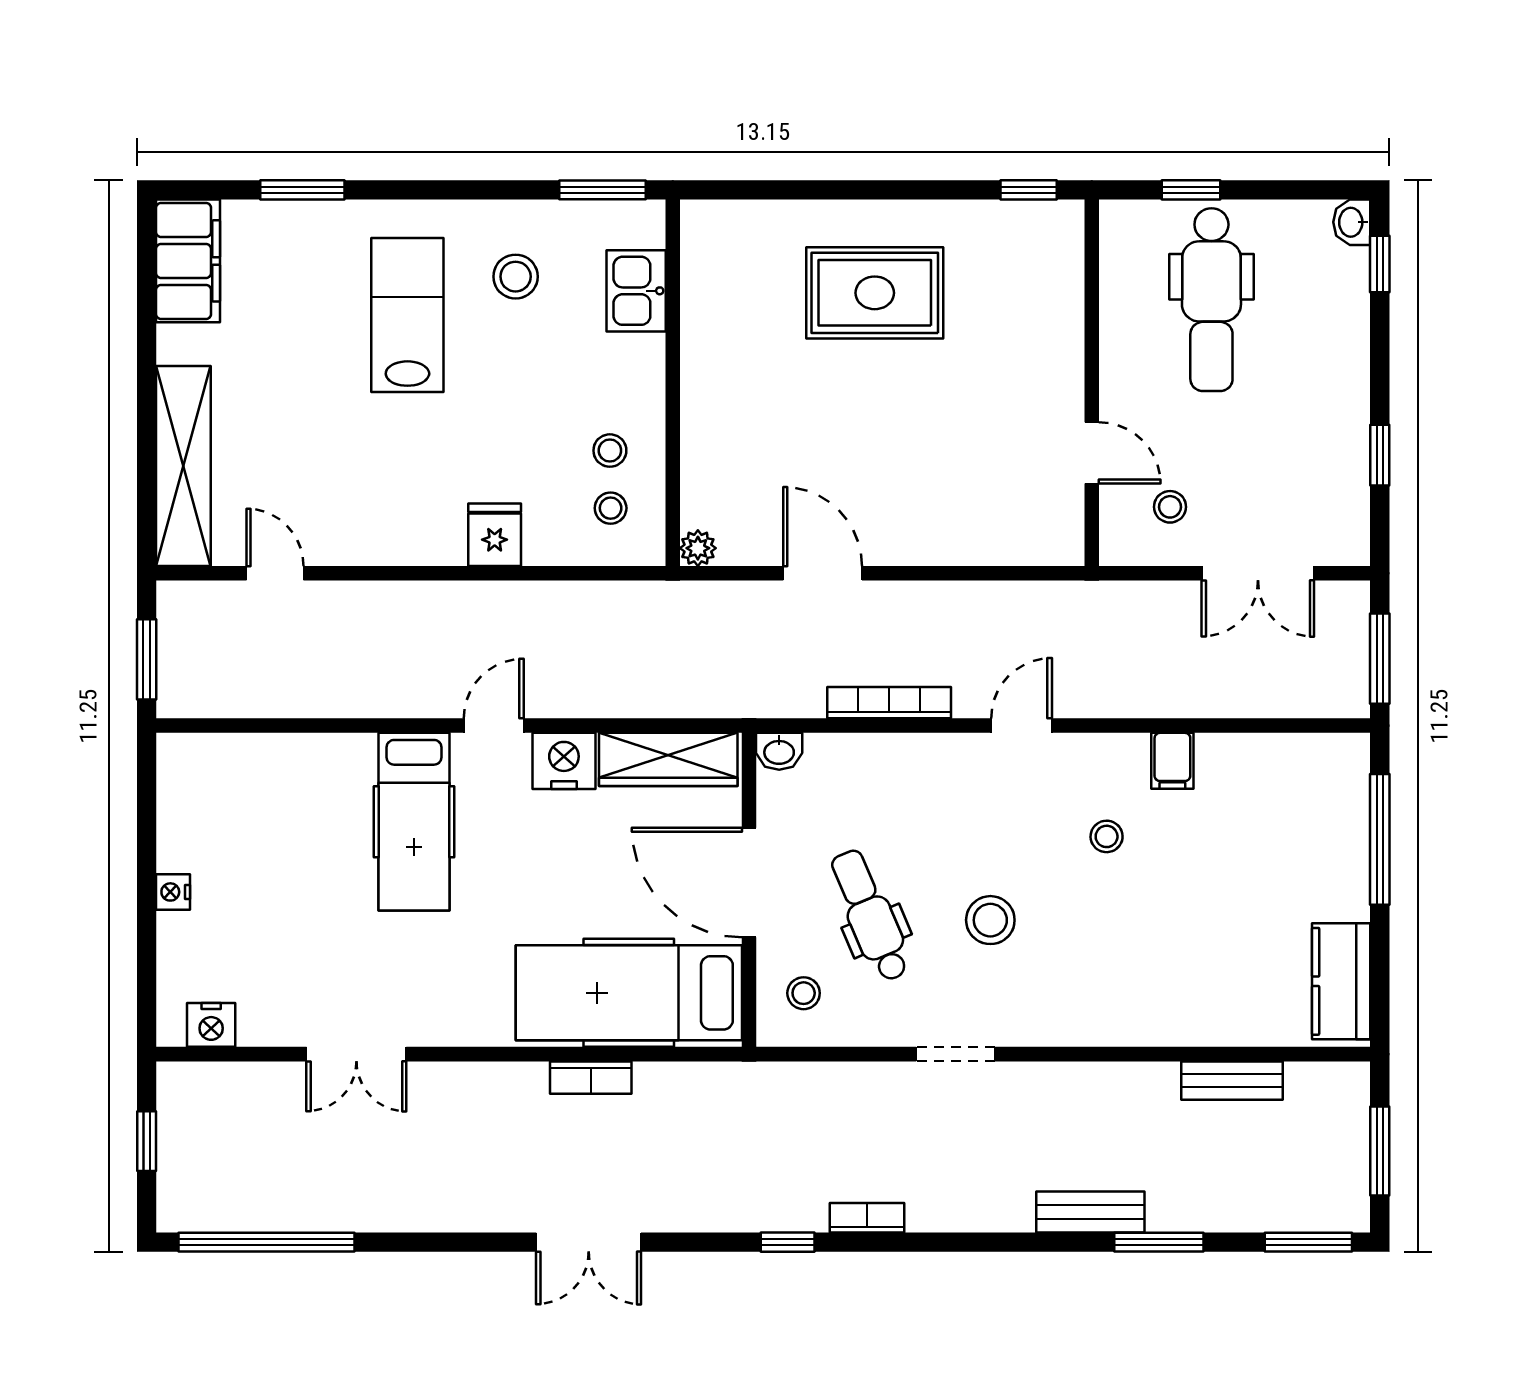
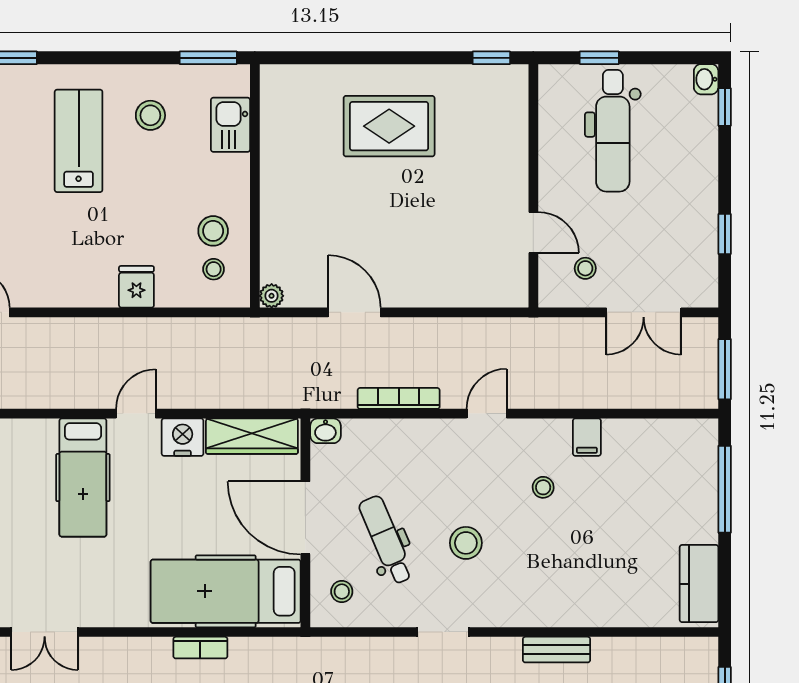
stool: (610, 451) -> (213, 231), width x1.37, depth x1.37
bench: (1232, 1081) -> (556, 650), moved

